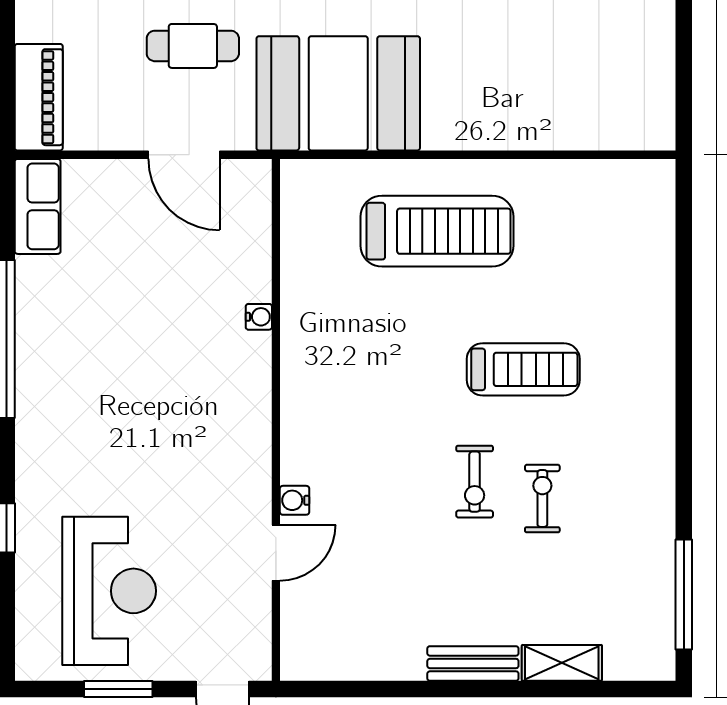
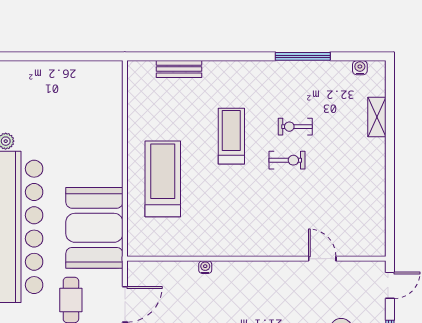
water cooler: (295, 500) -> (360, 68), moved, turned 180
window: (684, 595) -> (303, 56), moved
bench: (473, 664) -> (179, 69), moved, turned 90

